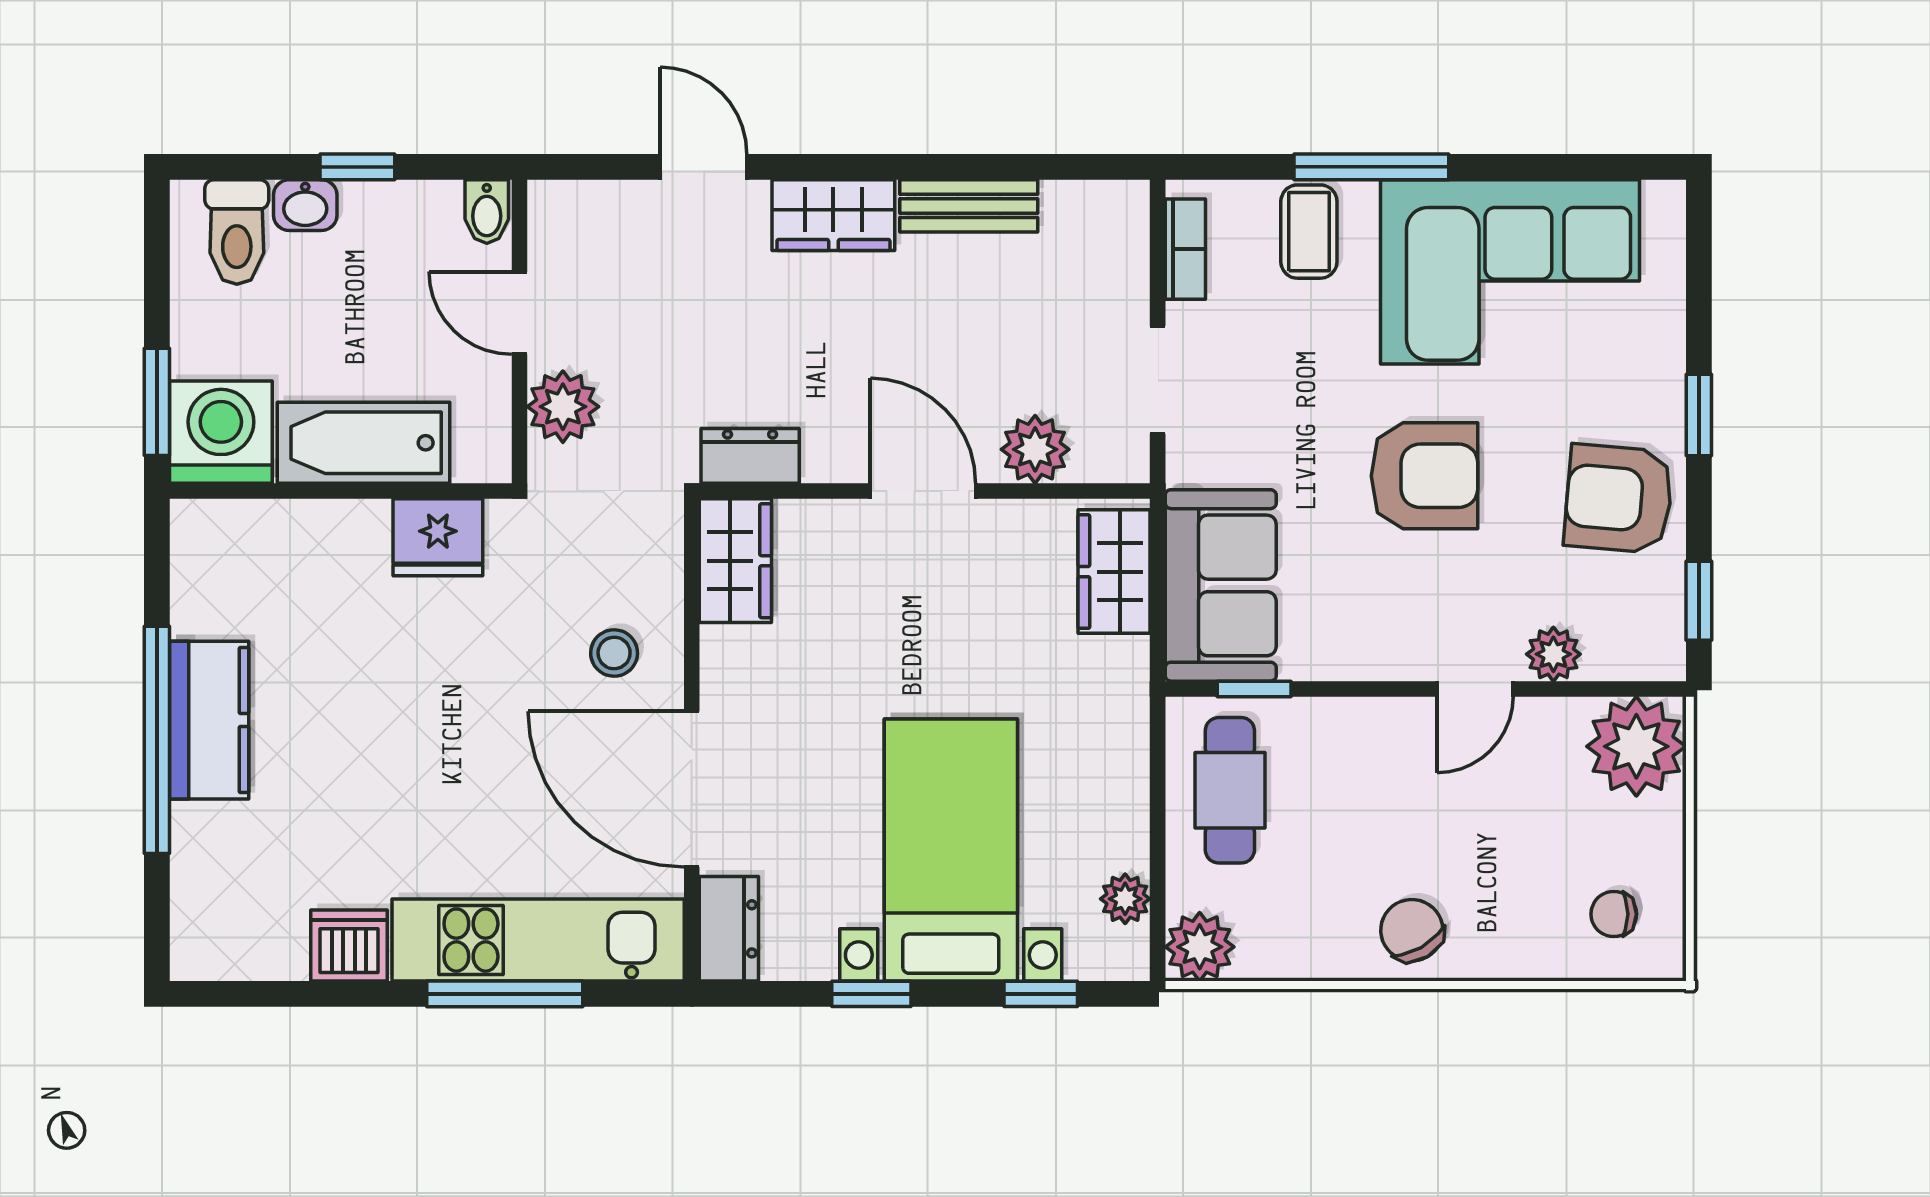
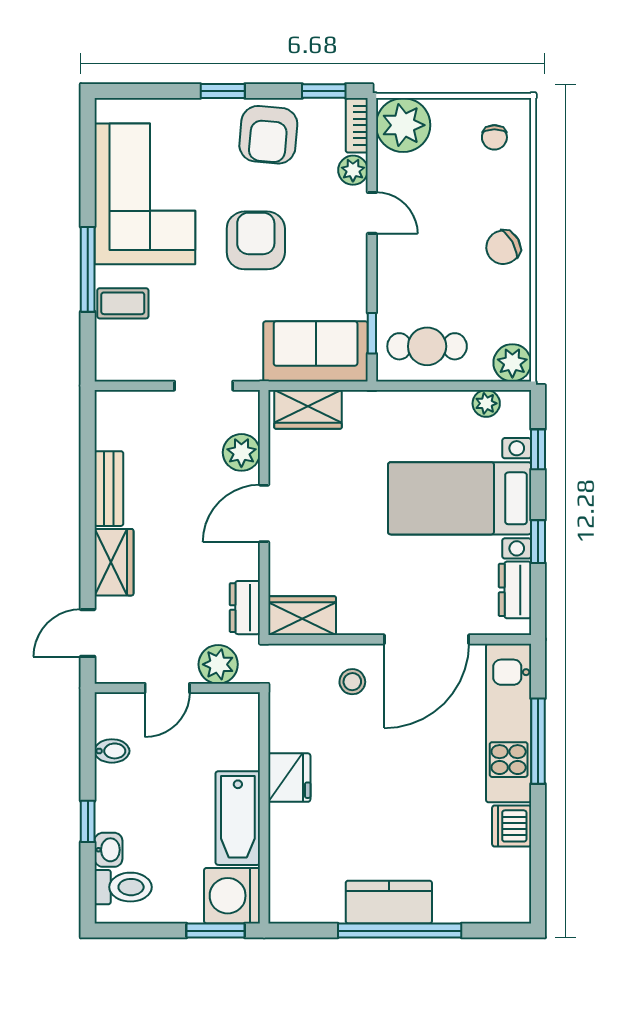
bookcase: (1185, 249) -> (357, 125), moved, turned -90
door: (519, 313) -> (167, 688), moved
wall: (519, 332) -> (177, 688), moved
plant: (563, 407) -> (218, 664), moved
dresser: (729, 929) -> (515, 590), moved, turned -90

